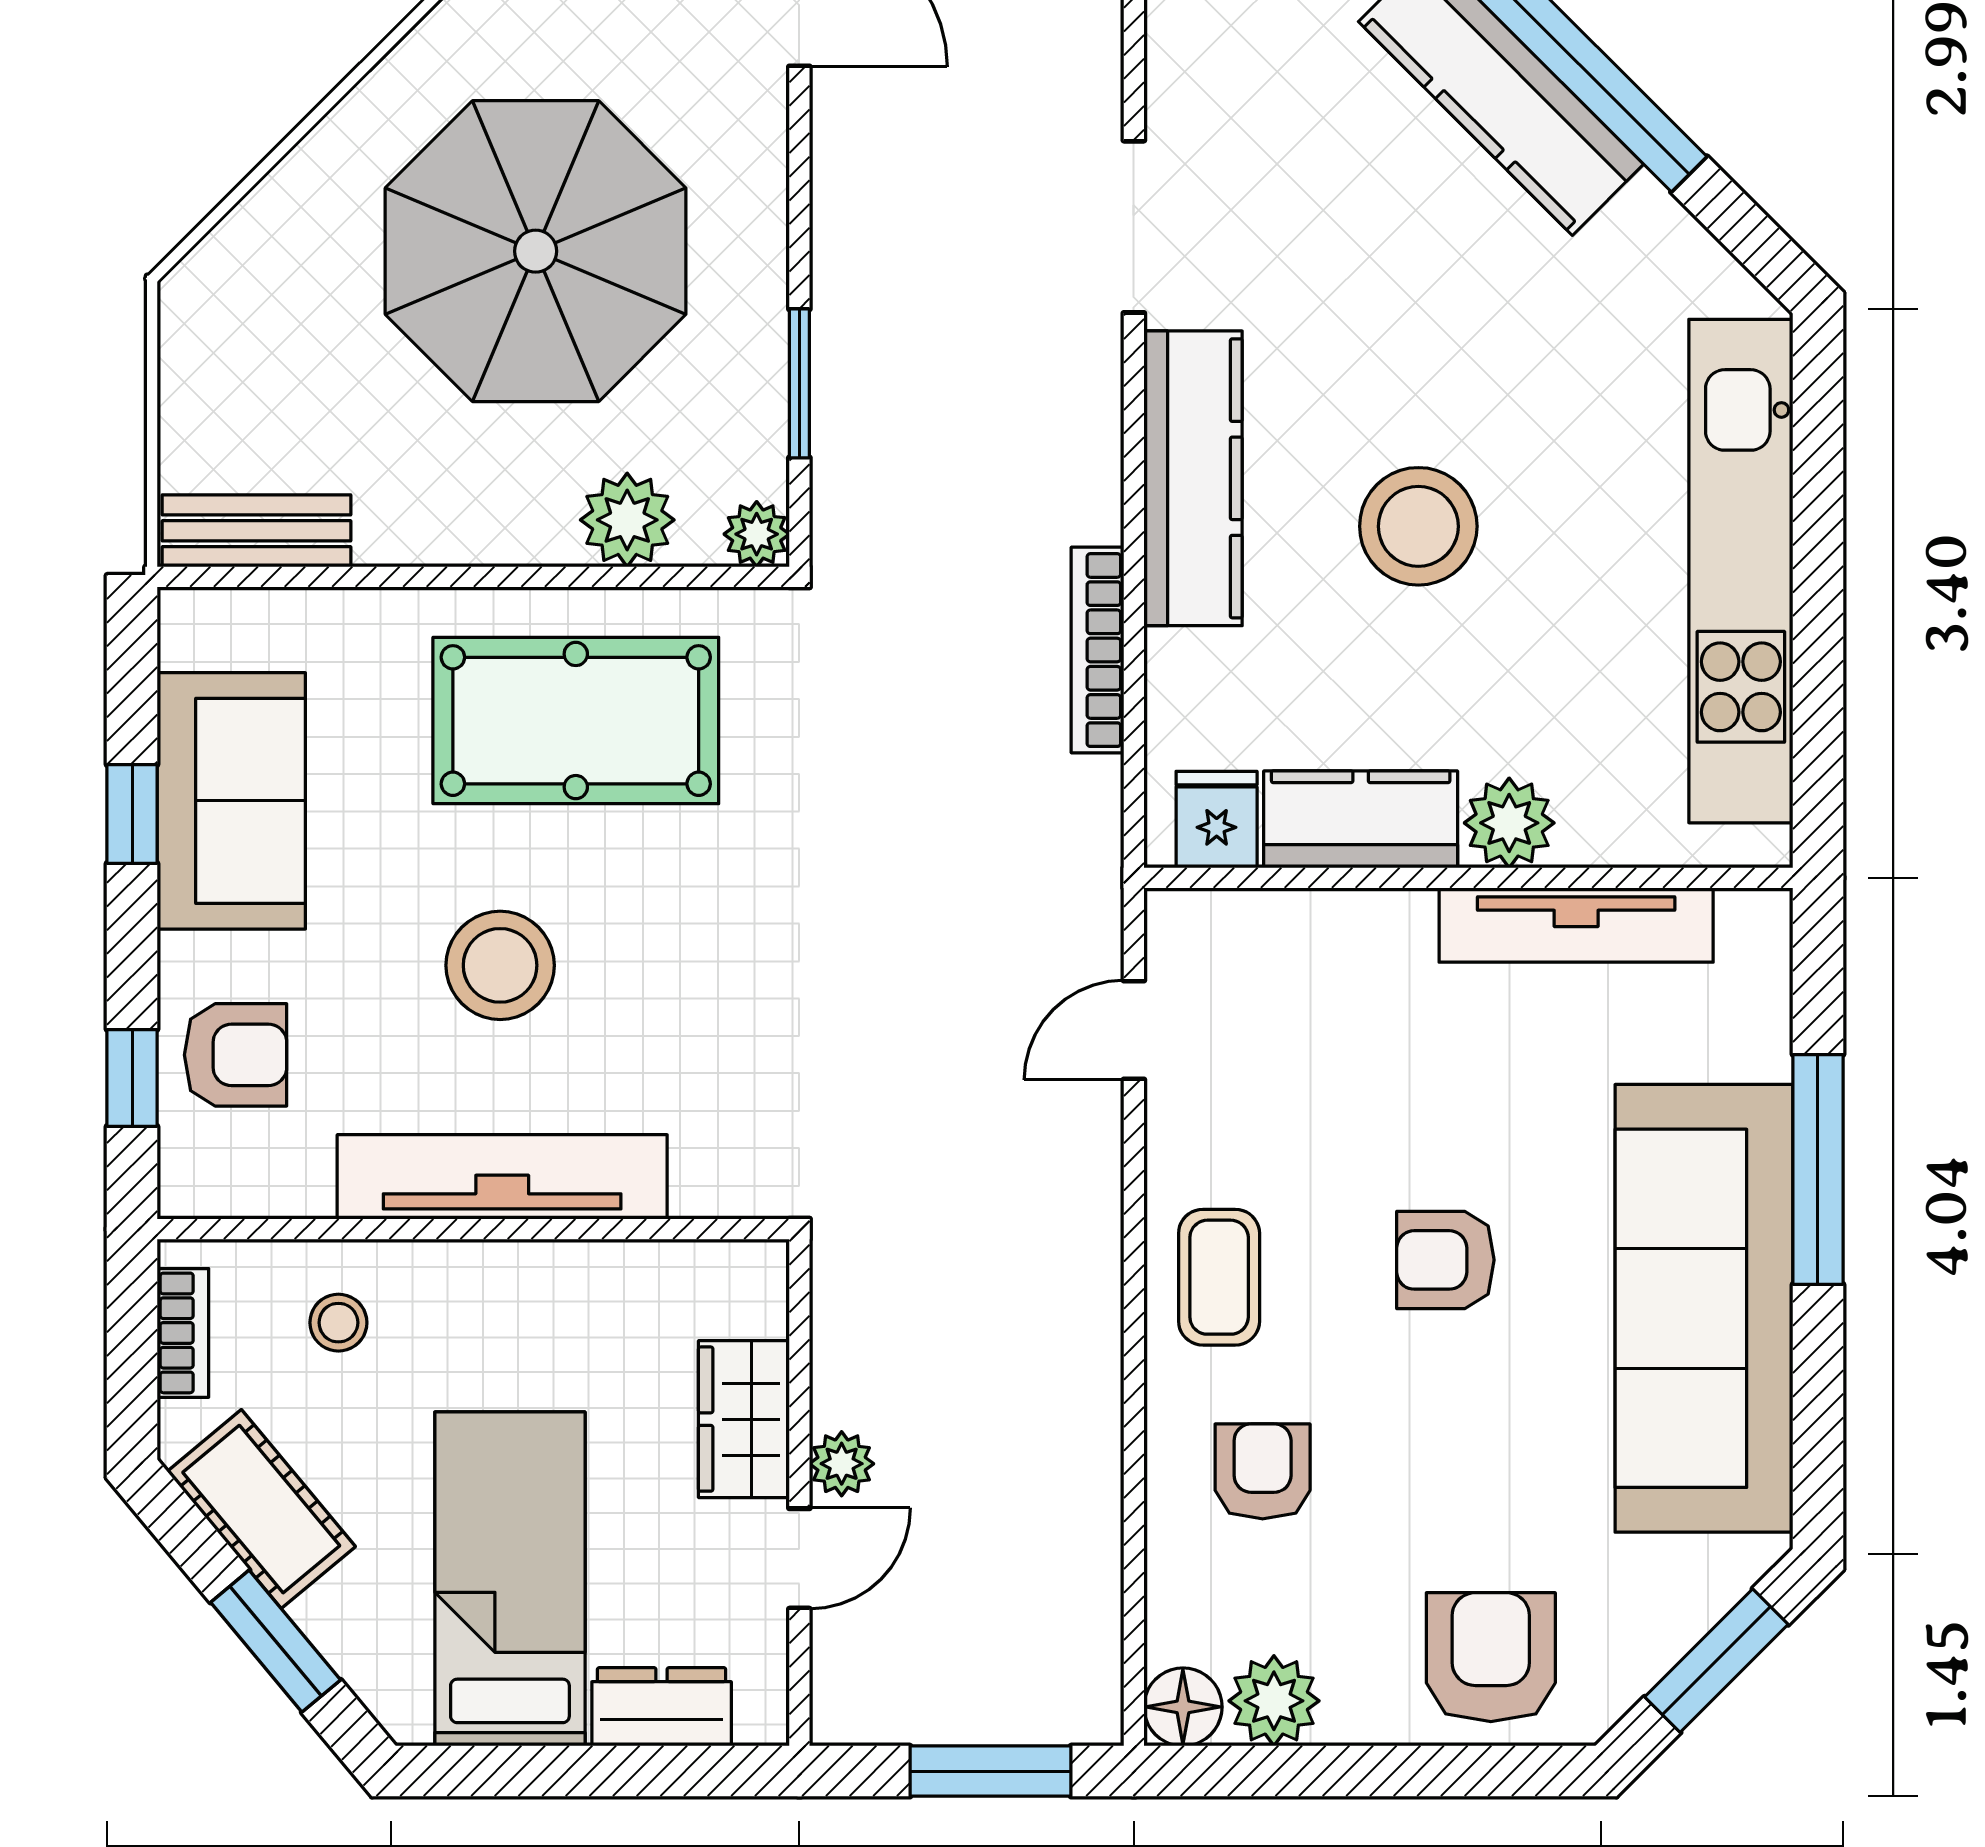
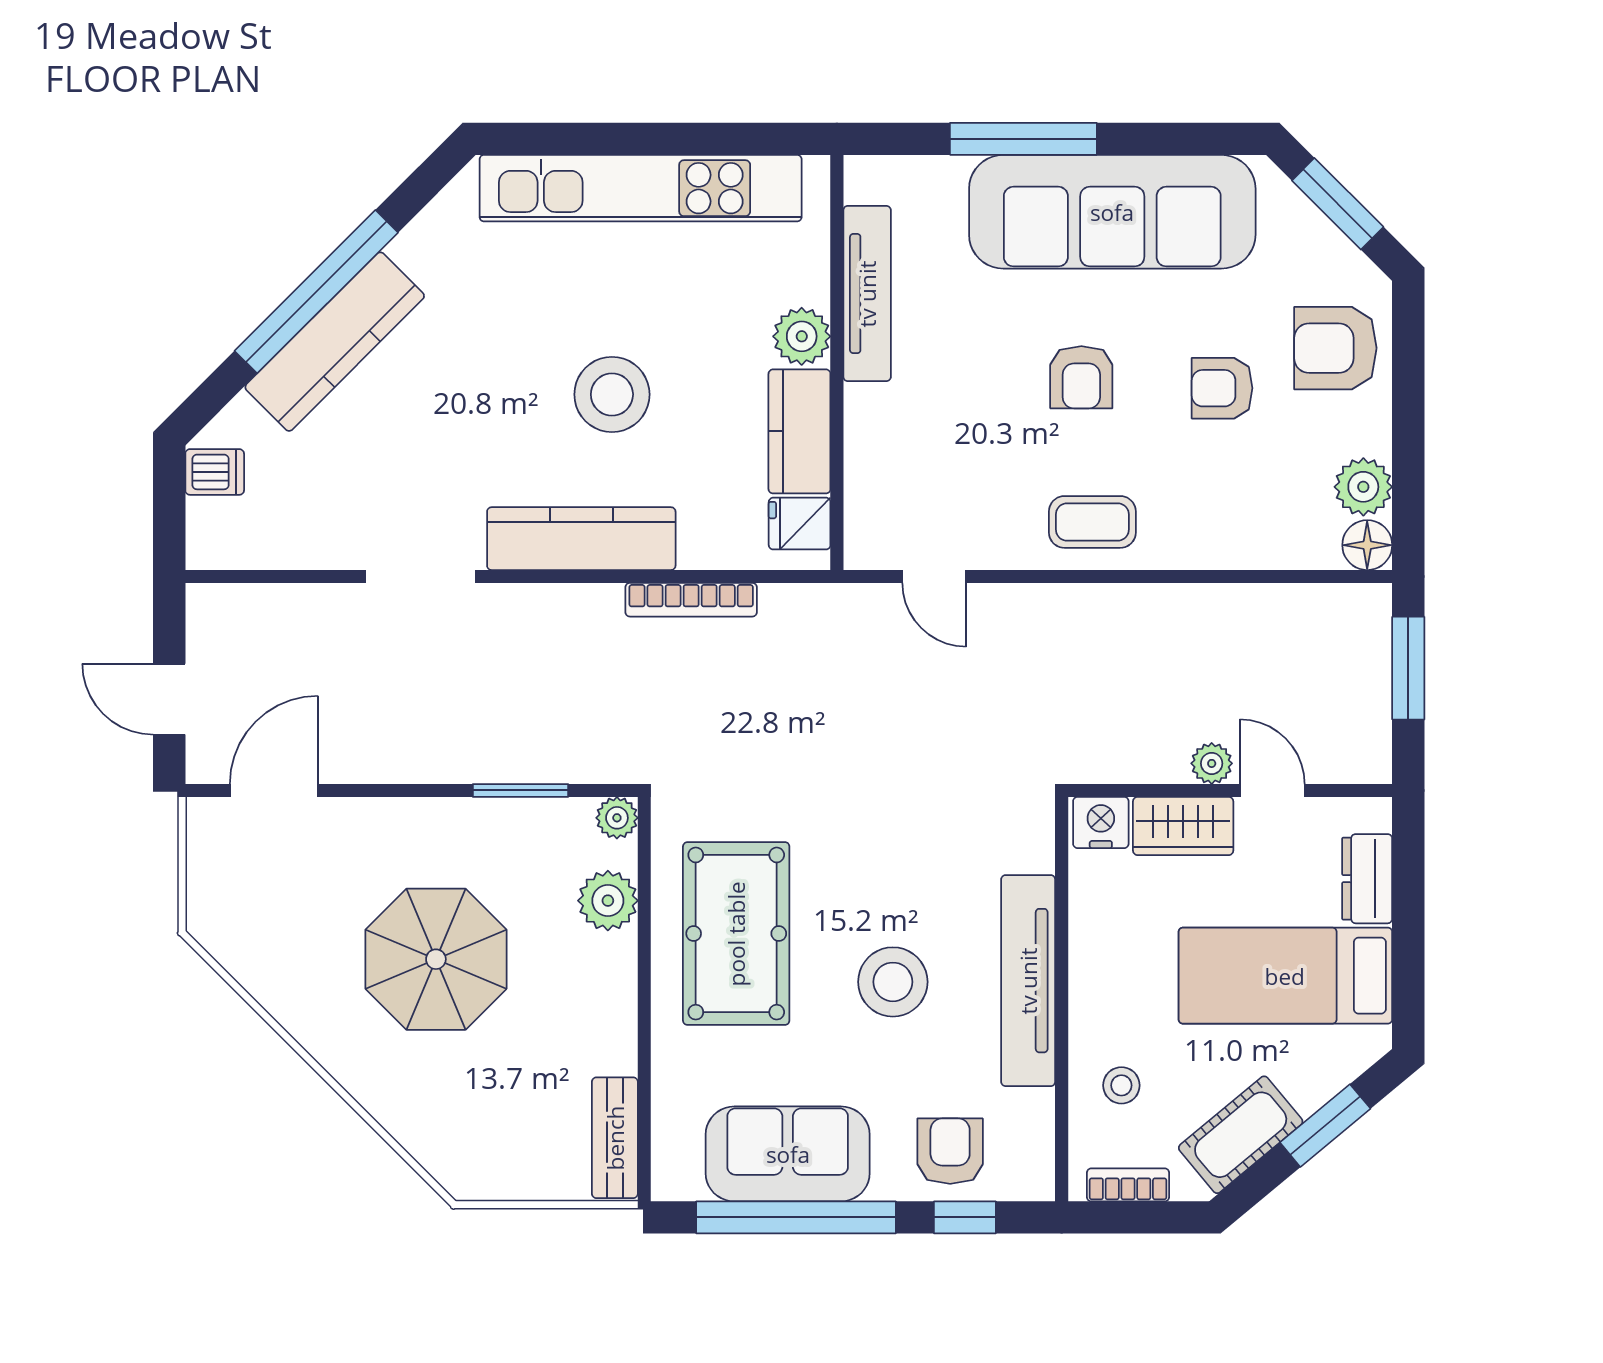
parasol: (536, 251) -> (436, 959), width x0.73, depth x0.73
window: (132, 814) -> (796, 1217), width x3.17
nightstand: (749, 1291) -> (1101, 822), added
armchair: (1263, 1471) -> (1222, 388), moved

